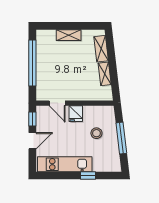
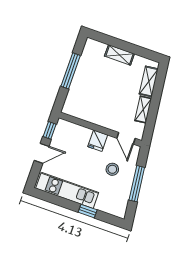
window: (32, 63) -> (71, 71), width x0.68
door: (57, 103) -> (126, 138), moved

